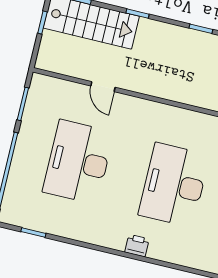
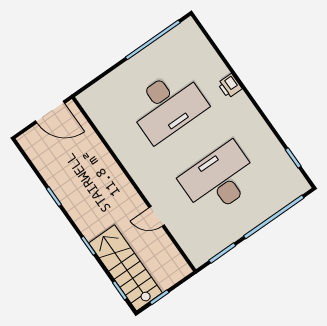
door: (103, 87) -> (157, 216), swing flipped
desk: (78, 162) -> (219, 179), turned 180

